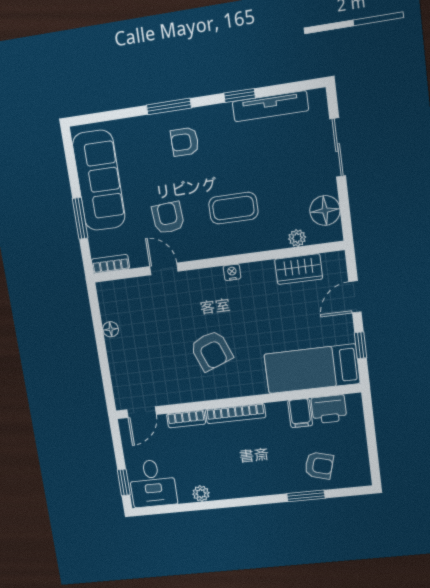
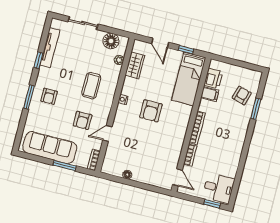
armchair: (168, 218) -> (83, 120), turned -86
armchair: (211, 351) -> (151, 111), moved, turned 111
plant: (201, 494) -> (234, 164), removed

